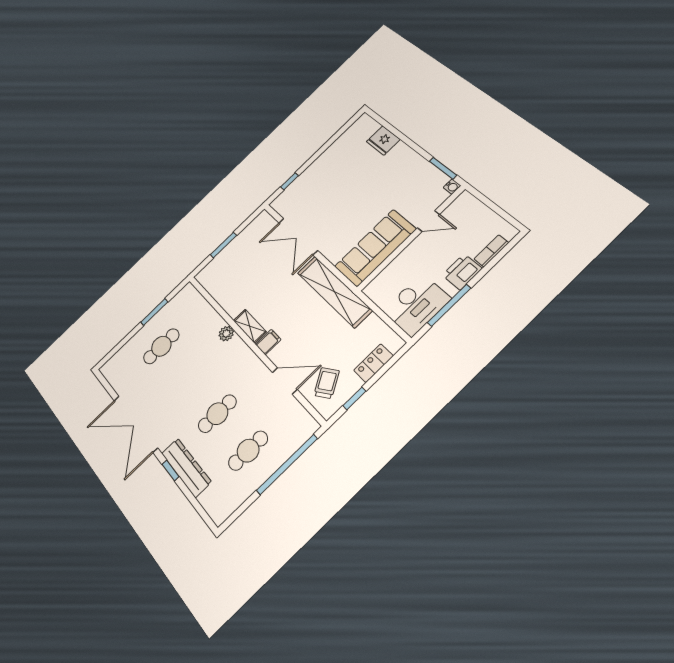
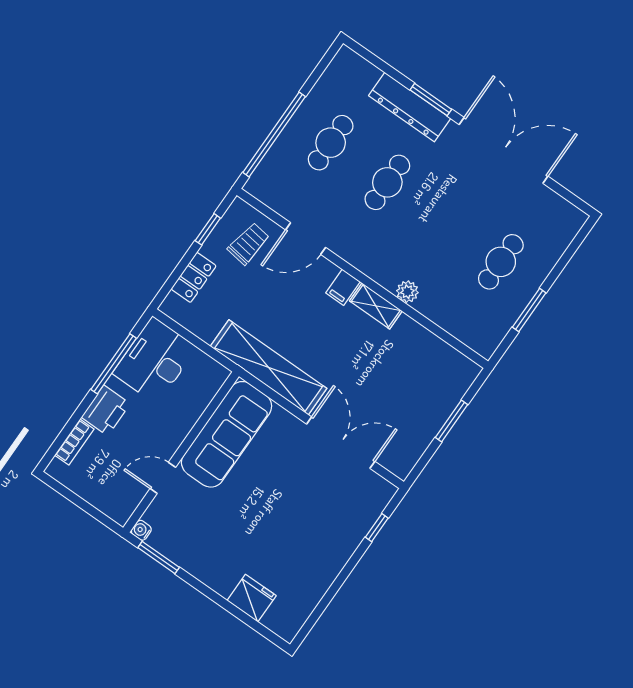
trolley: (327, 383) -> (249, 244), turned -139
window: (171, 470) -> (431, 100), width x1.50

